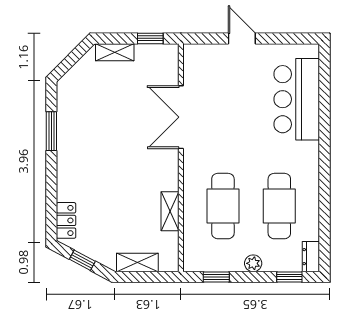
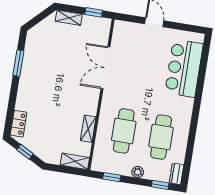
shelving: (137, 263) -> (75, 161), moved

